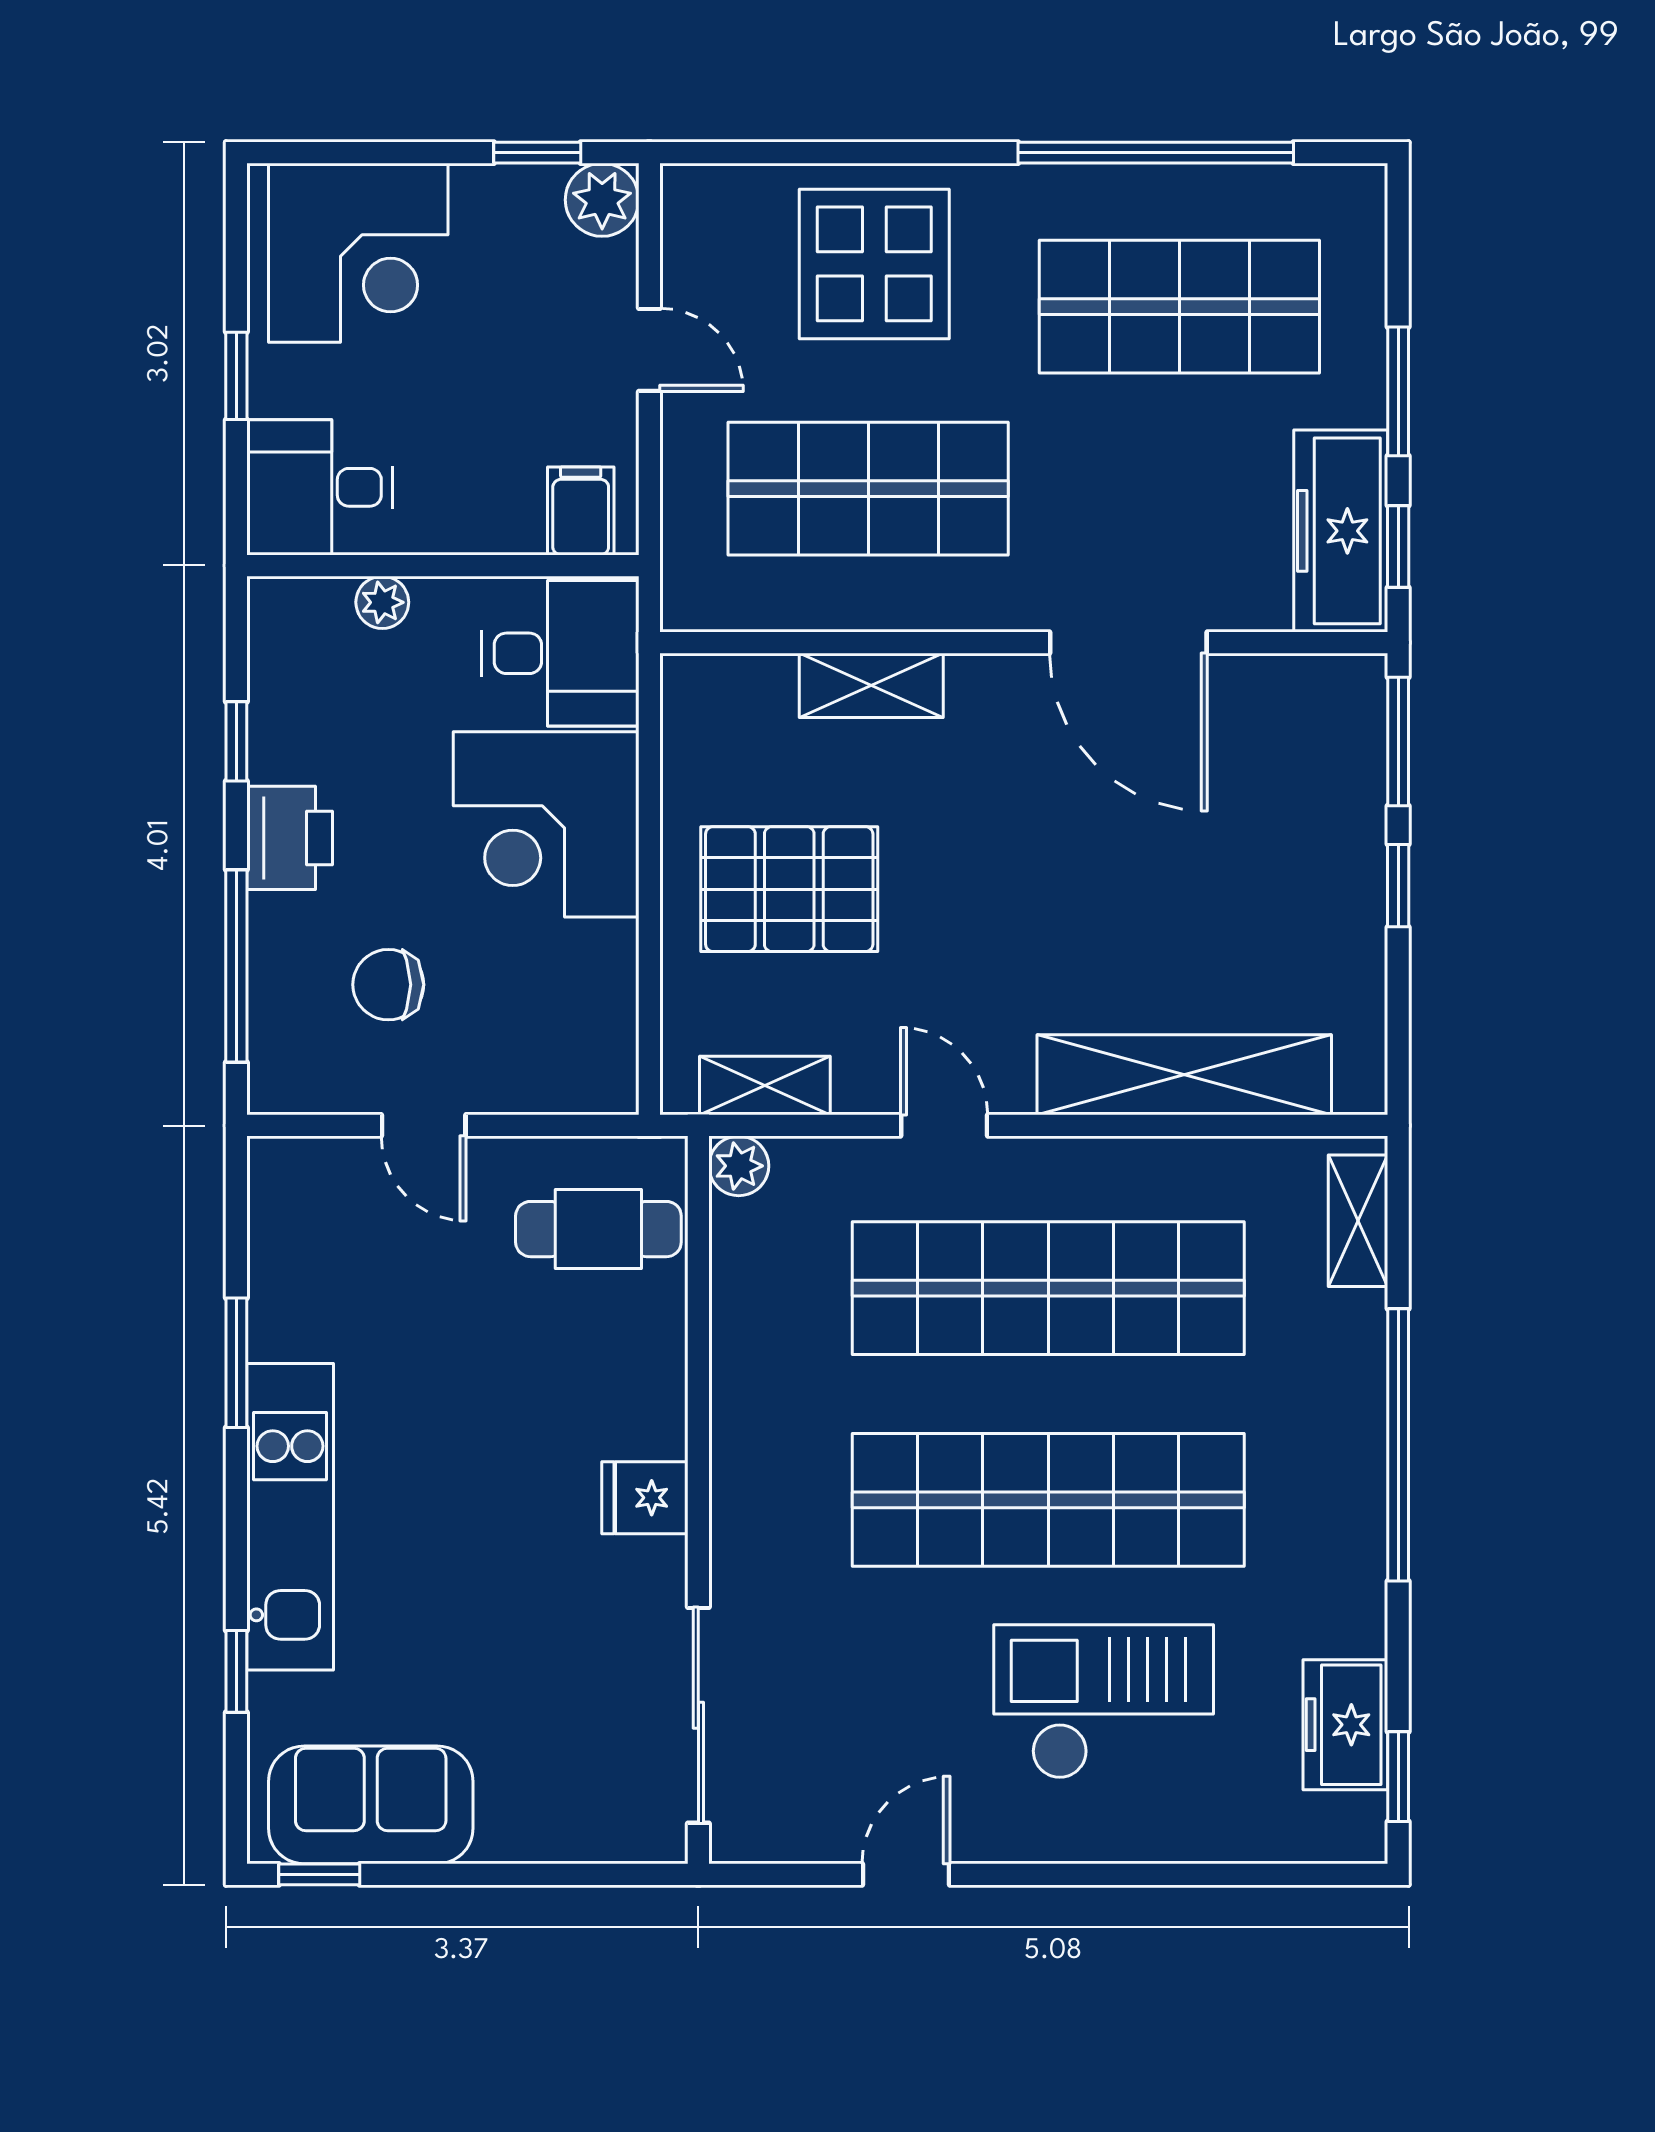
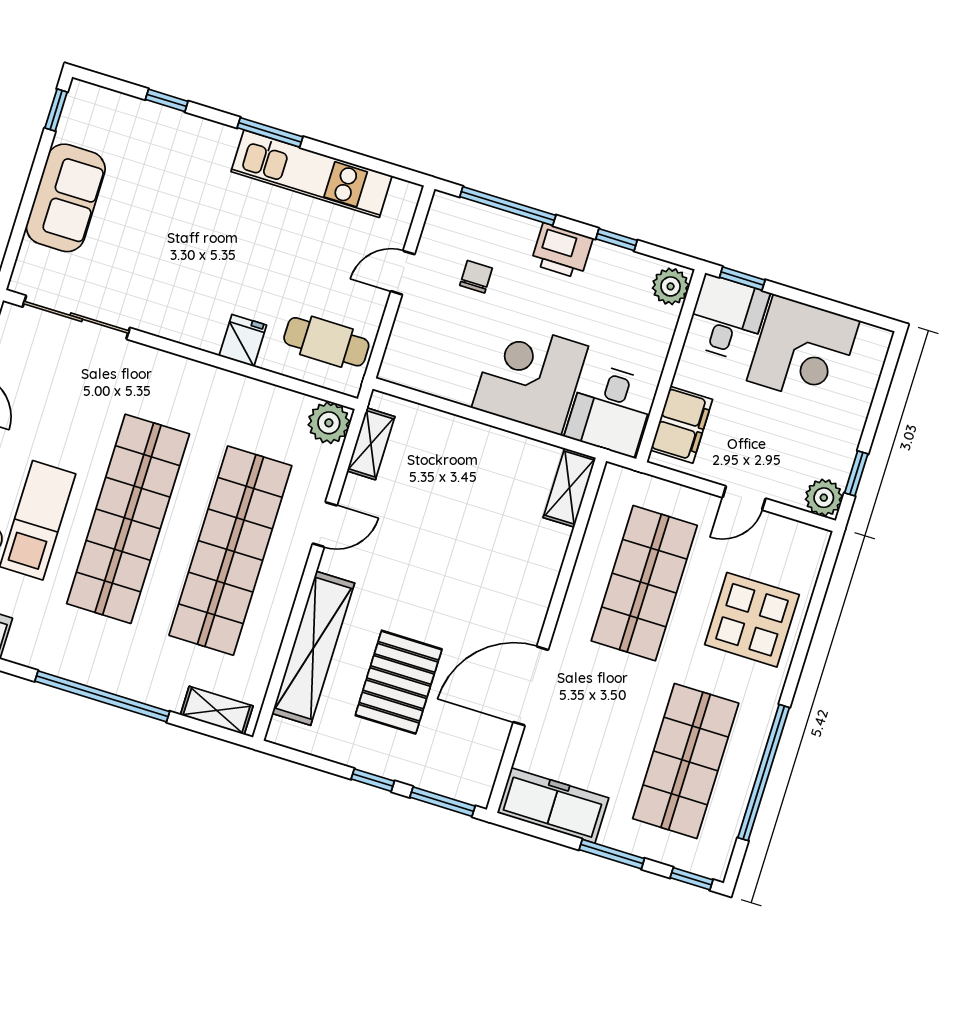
corner desk: (358, 253) -> (803, 351), moved, turned -90
window: (236, 376) -> (742, 279), moved
filing cabinet: (581, 511) -> (681, 425), width x2.00
window: (1398, 547) -> (692, 879), moved
plant: (382, 602) -> (671, 286), moved, width x1.38, depth x1.38
shelving: (871, 685) -> (569, 488), moved
pallet: (789, 889) -> (399, 682), moved
chair: (388, 985) -> (476, 277), width x0.73, depth x0.73
plant: (739, 1166) -> (329, 423), width x1.38, depth x1.38
cafe table: (598, 1229) -> (326, 342), turned 90
window: (236, 1363) -> (270, 132), moved
fridge: (645, 1498) -> (243, 340), moved
kitchen unit: (290, 1517) -> (312, 174), moved
sofa: (371, 1805) -> (66, 198), moved

